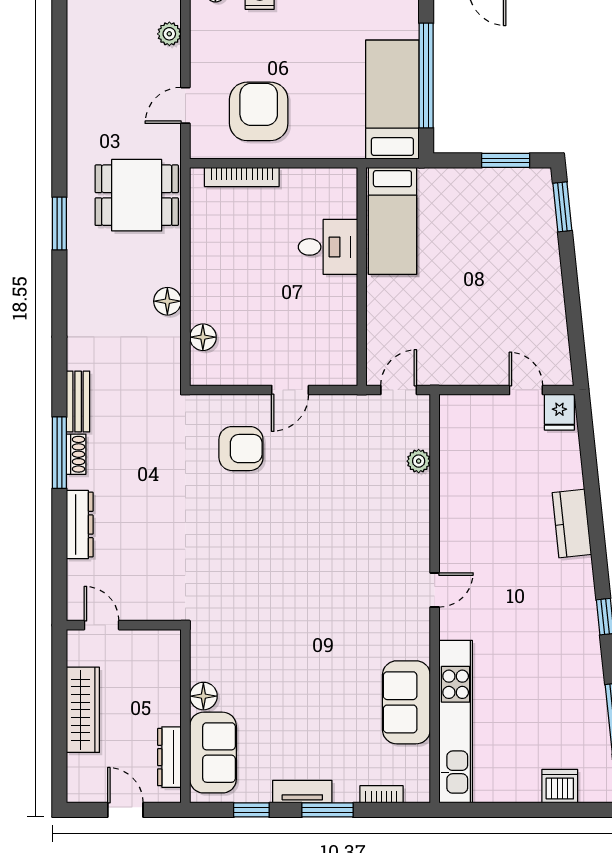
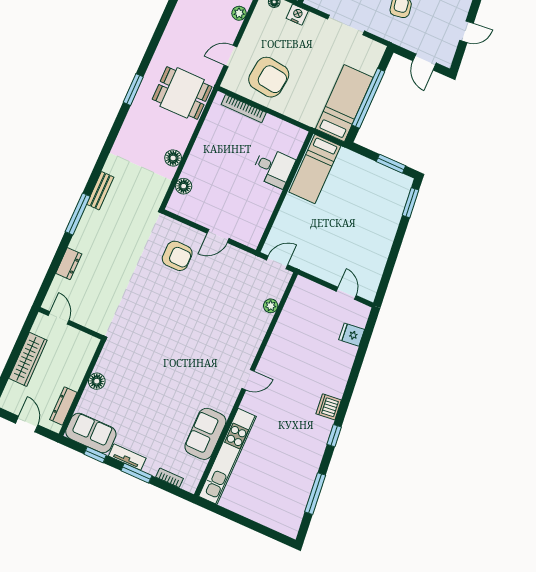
armchair: (259, 111) -> (269, 77), turned 97
fridge: (559, 412) -> (352, 335), moved, turned 84
shoe rack: (76, 454) -> (86, 219), removed
kitchen counter: (572, 524) -> (339, 377), removed
dresser: (80, 525) -> (69, 264), width x0.70
sofa: (213, 753) -> (91, 433), moved, turned -90
dishwasher: (560, 786) -> (329, 407), moved, turned -96

